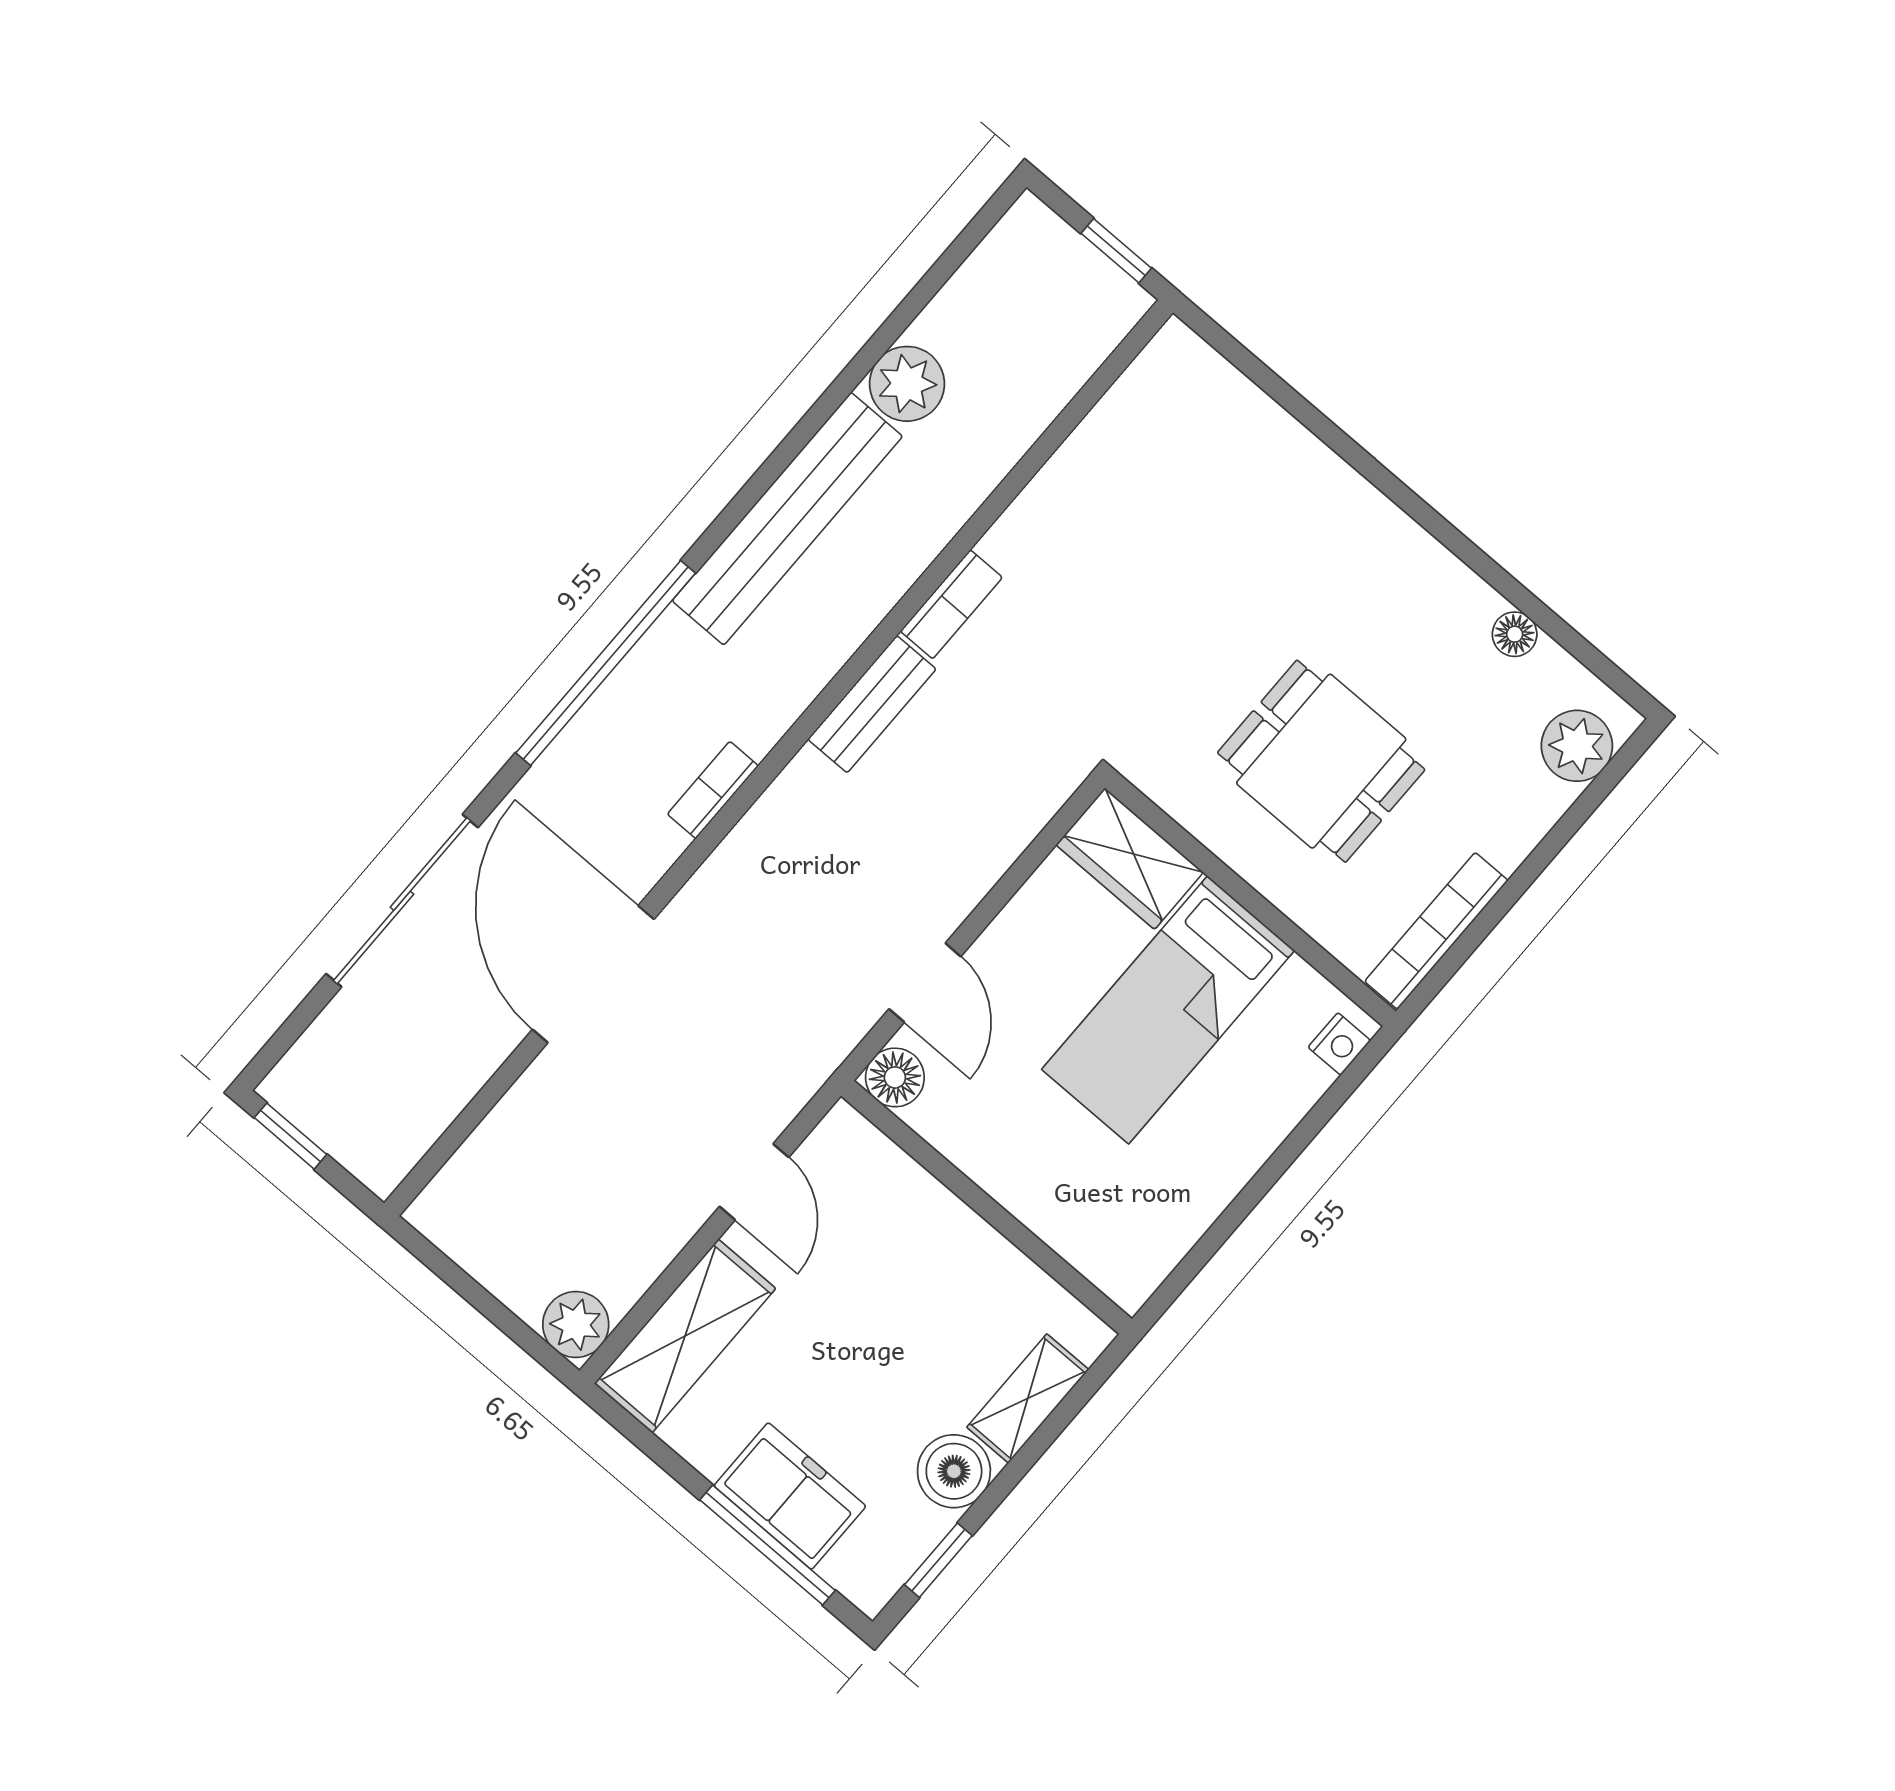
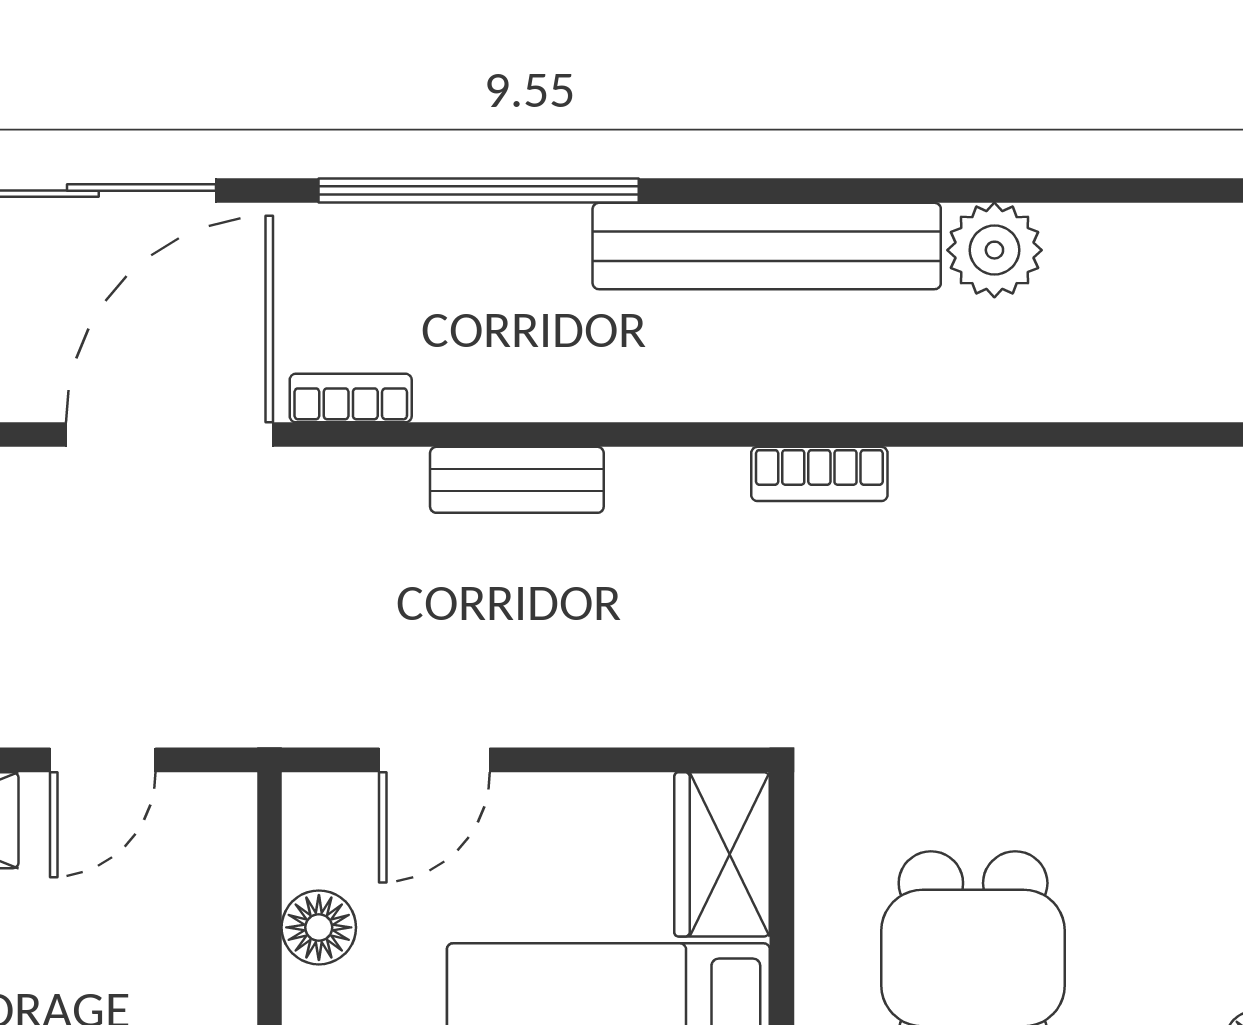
bench: (872, 704) -> (517, 480), moved
bookcase: (713, 790) -> (351, 398), moved
floor lamp: (895, 1077) -> (319, 927), moved

